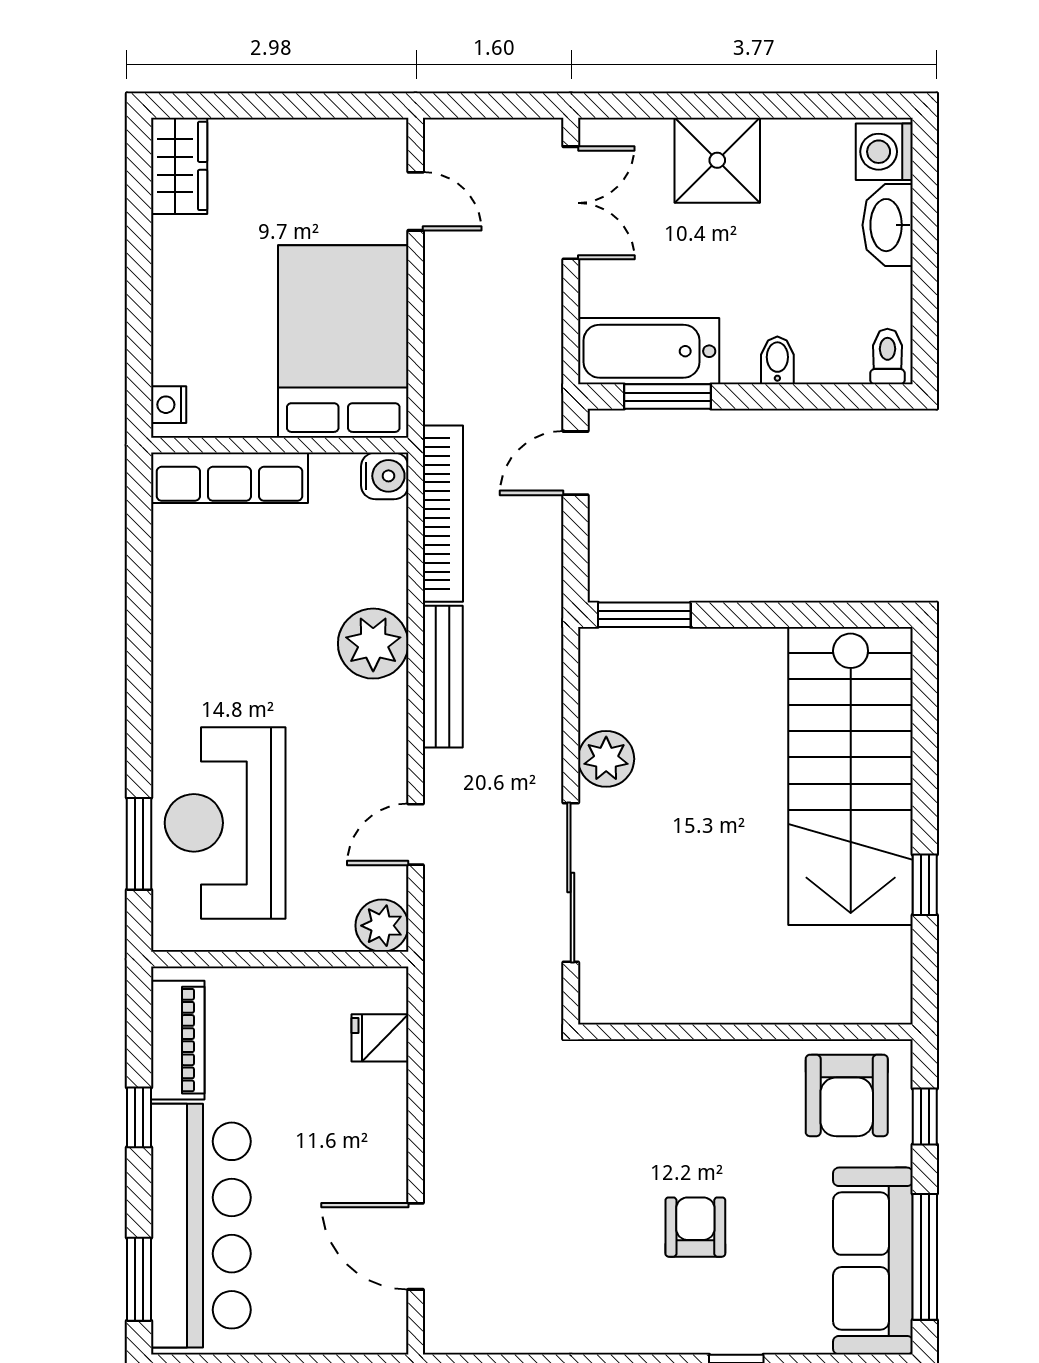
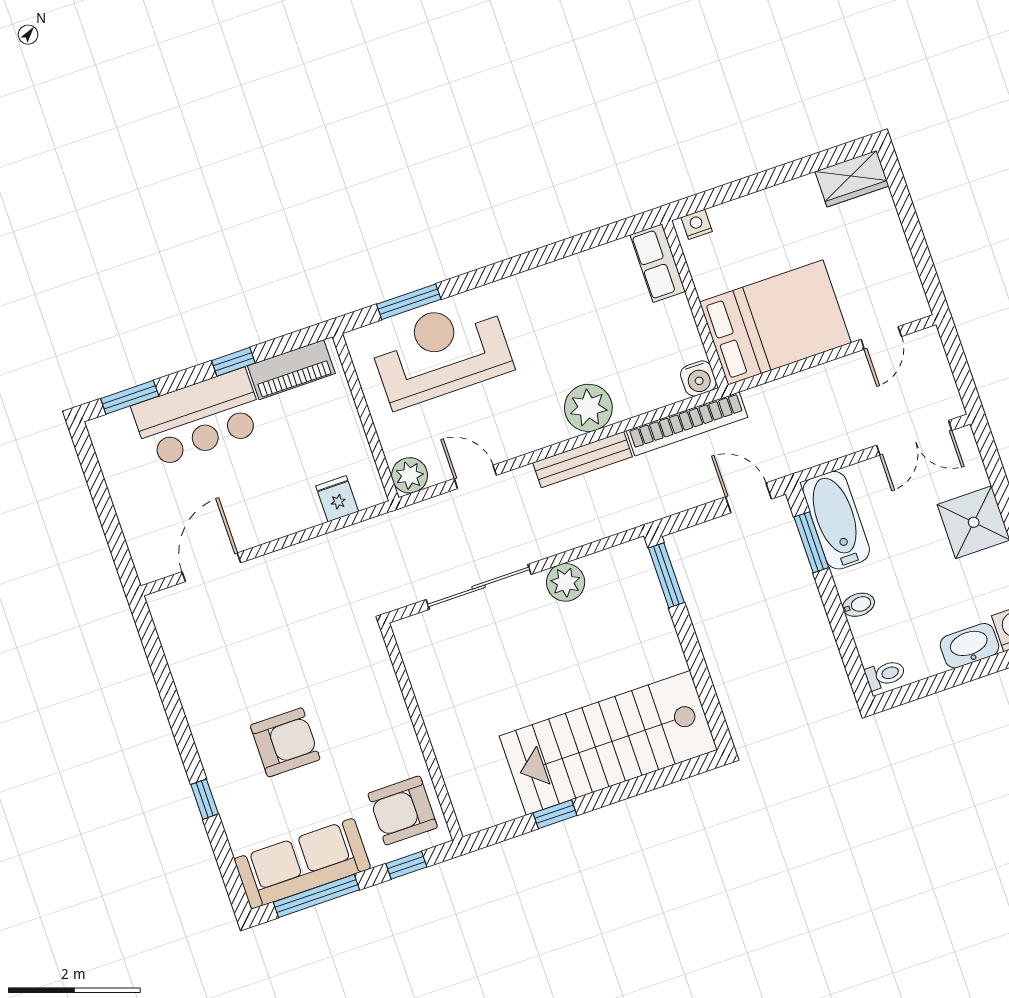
row of seats: (229, 478) -> (658, 263), width x0.68
bar counter: (201, 1226) -> (198, 418), width x0.73
armchair: (695, 1227) -> (285, 742), width x1.38, depth x1.38

